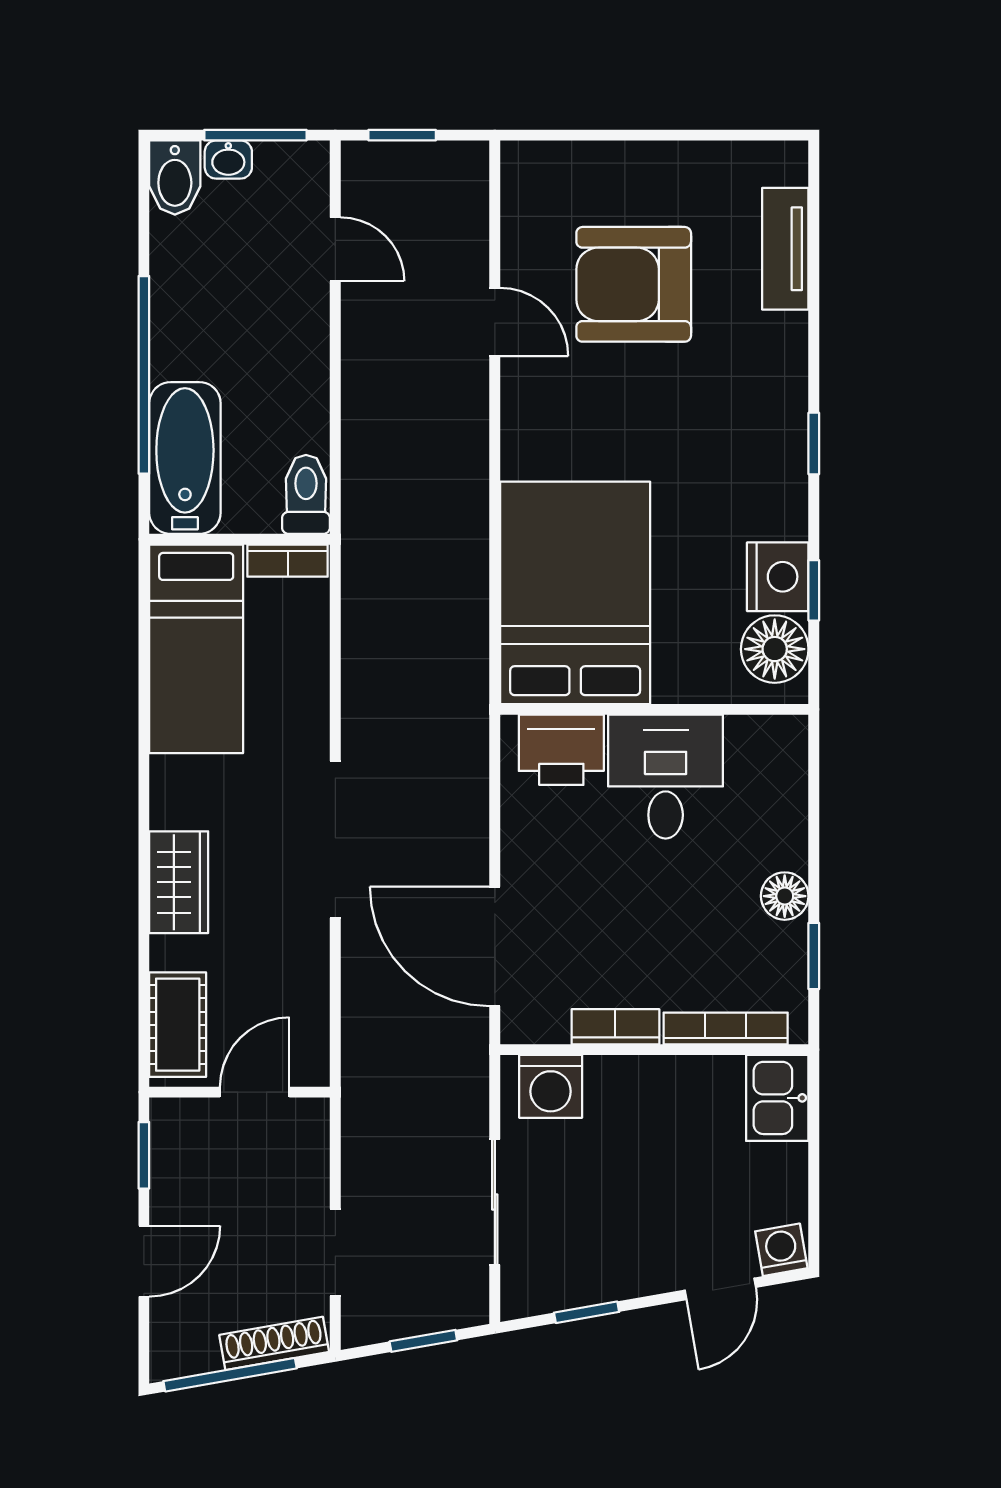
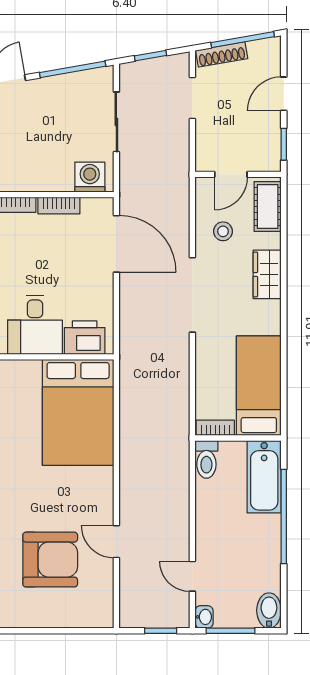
washbasin: (228, 160) -> (204, 617), moved, turned 90
stool: (271, 973) -> (223, 231), added
window: (587, 1312) -> (73, 69), width x2.17

